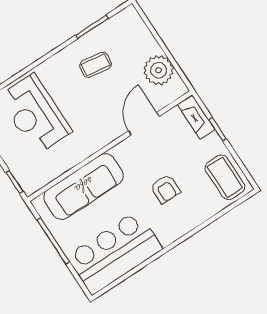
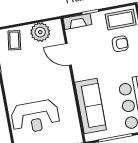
coffee table: (95, 65) -> (14, 40), moved
armchair: (165, 189) -> (120, 44), moved

